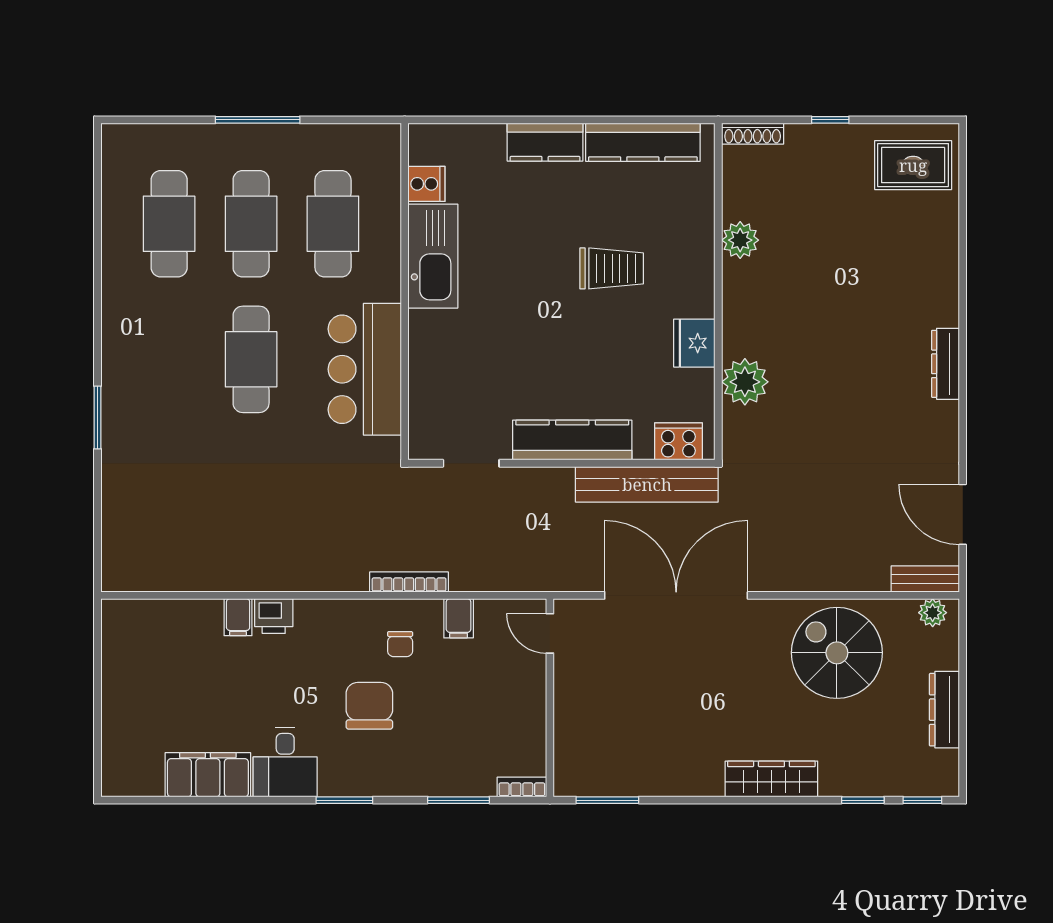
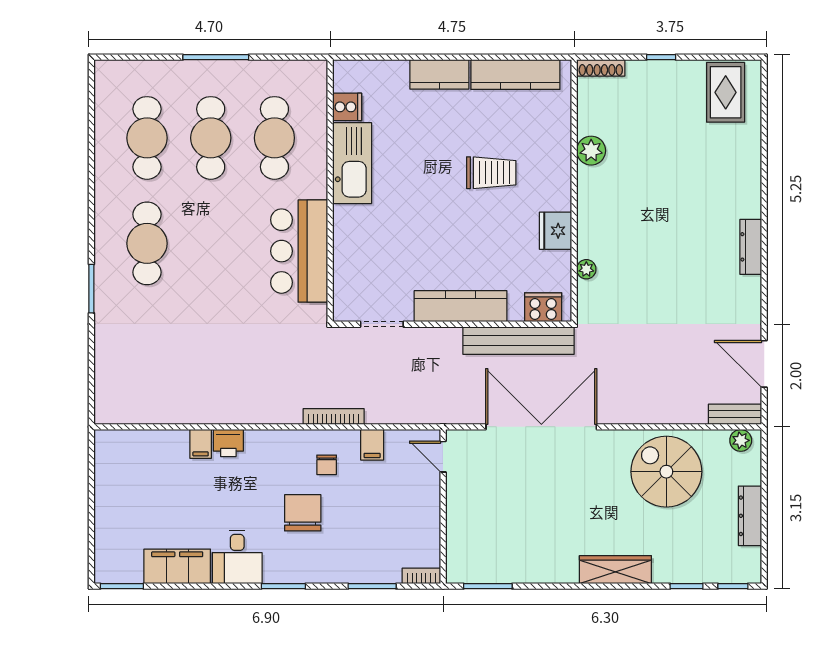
rug: (913, 165) -> (726, 92), turned 90
cafe table: (251, 359) -> (147, 243), moved
plant: (745, 382) -> (586, 269), width x0.53, depth x0.53
window: (137, 800) -> (122, 586), added

